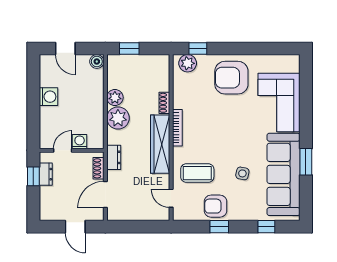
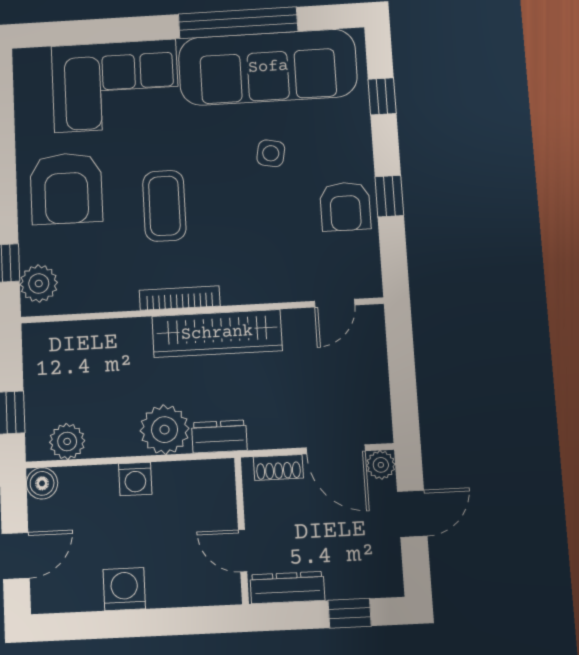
plant: (115, 98) -> (67, 441), moved
shoe rack: (164, 103) -> (127, 329), removed
washing machine: (80, 142) -> (135, 479), moved, turned -90
dresser: (114, 157) -> (219, 436), moved
window: (306, 162) -> (238, 23), width x2.11
coffee table: (197, 173) -> (164, 206), moved
dresser: (46, 174) -> (287, 588), width x1.44
window: (33, 176) -> (350, 613), moved
plant: (97, 214) -> (381, 465), added

